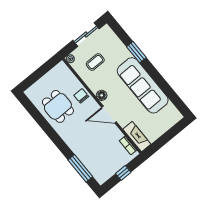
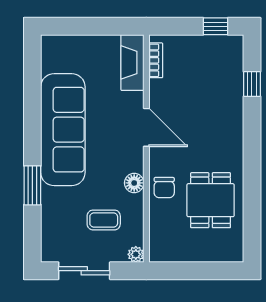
floor lamp: (102, 95) -> (134, 183), moved
window: (80, 168) -> (252, 84), width x0.46
window: (123, 173) -> (215, 26), moved

